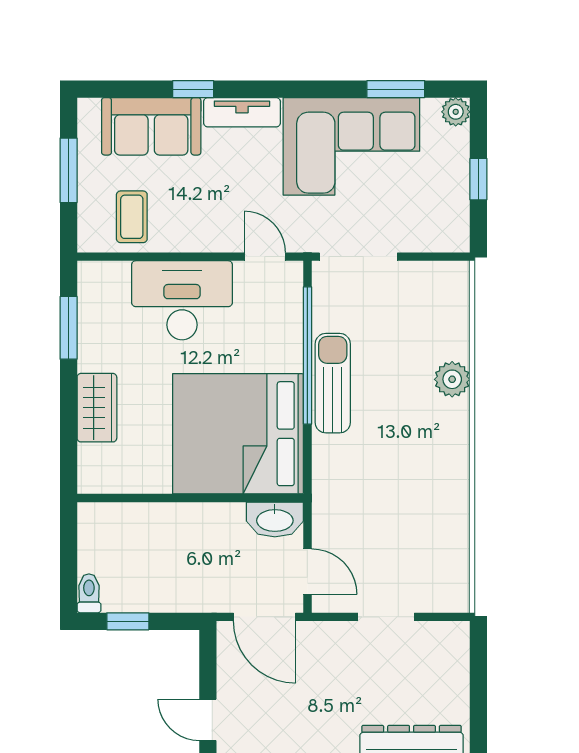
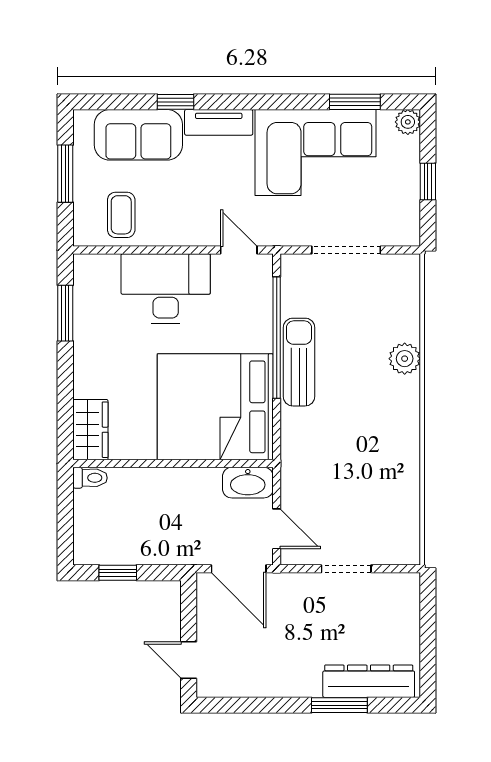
doorway: (358, 257) -> (346, 250), moved
wardrobe: (97, 408) -> (90, 430), moved
toilet: (89, 593) -> (90, 478), moved, turned 90

